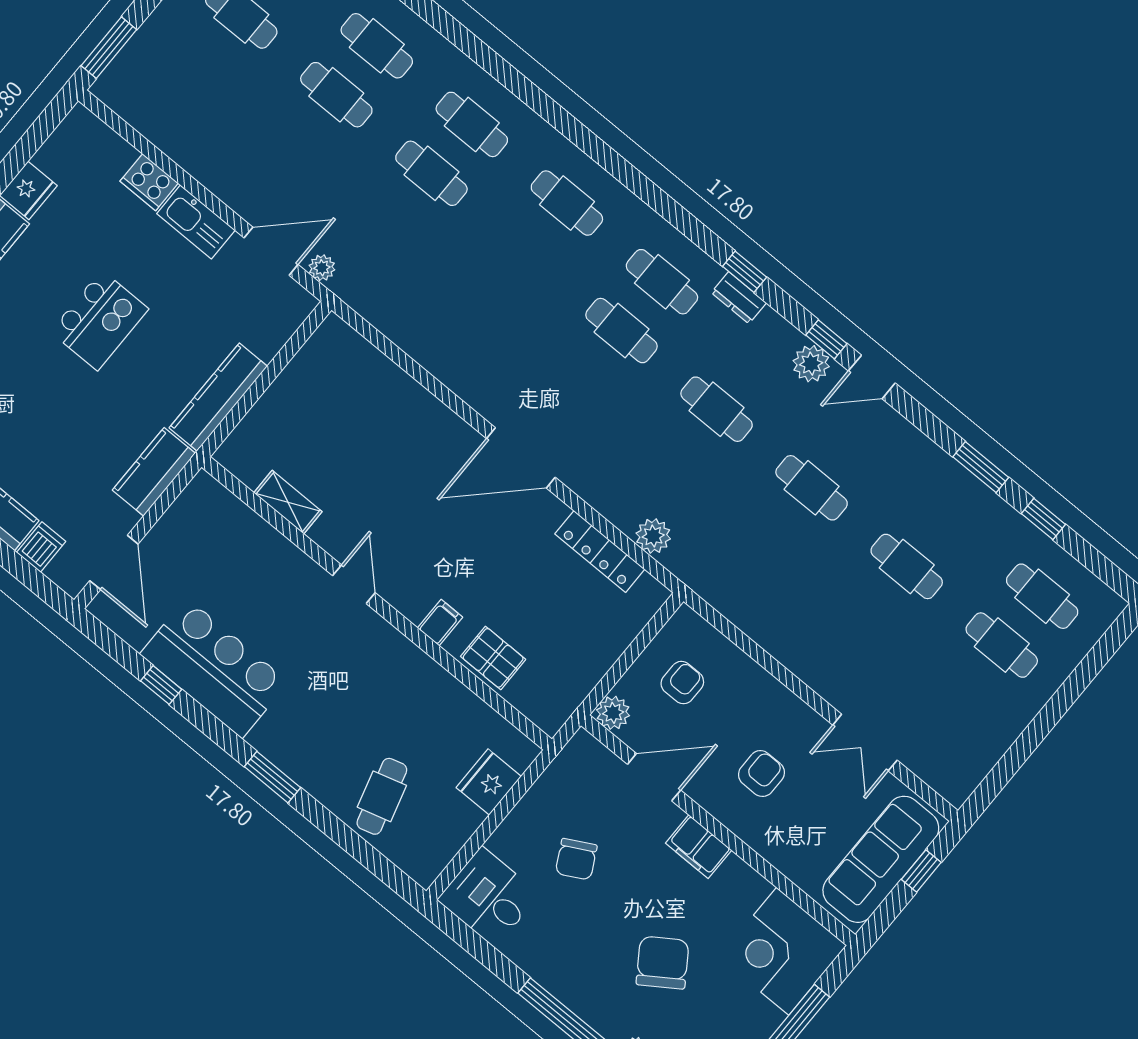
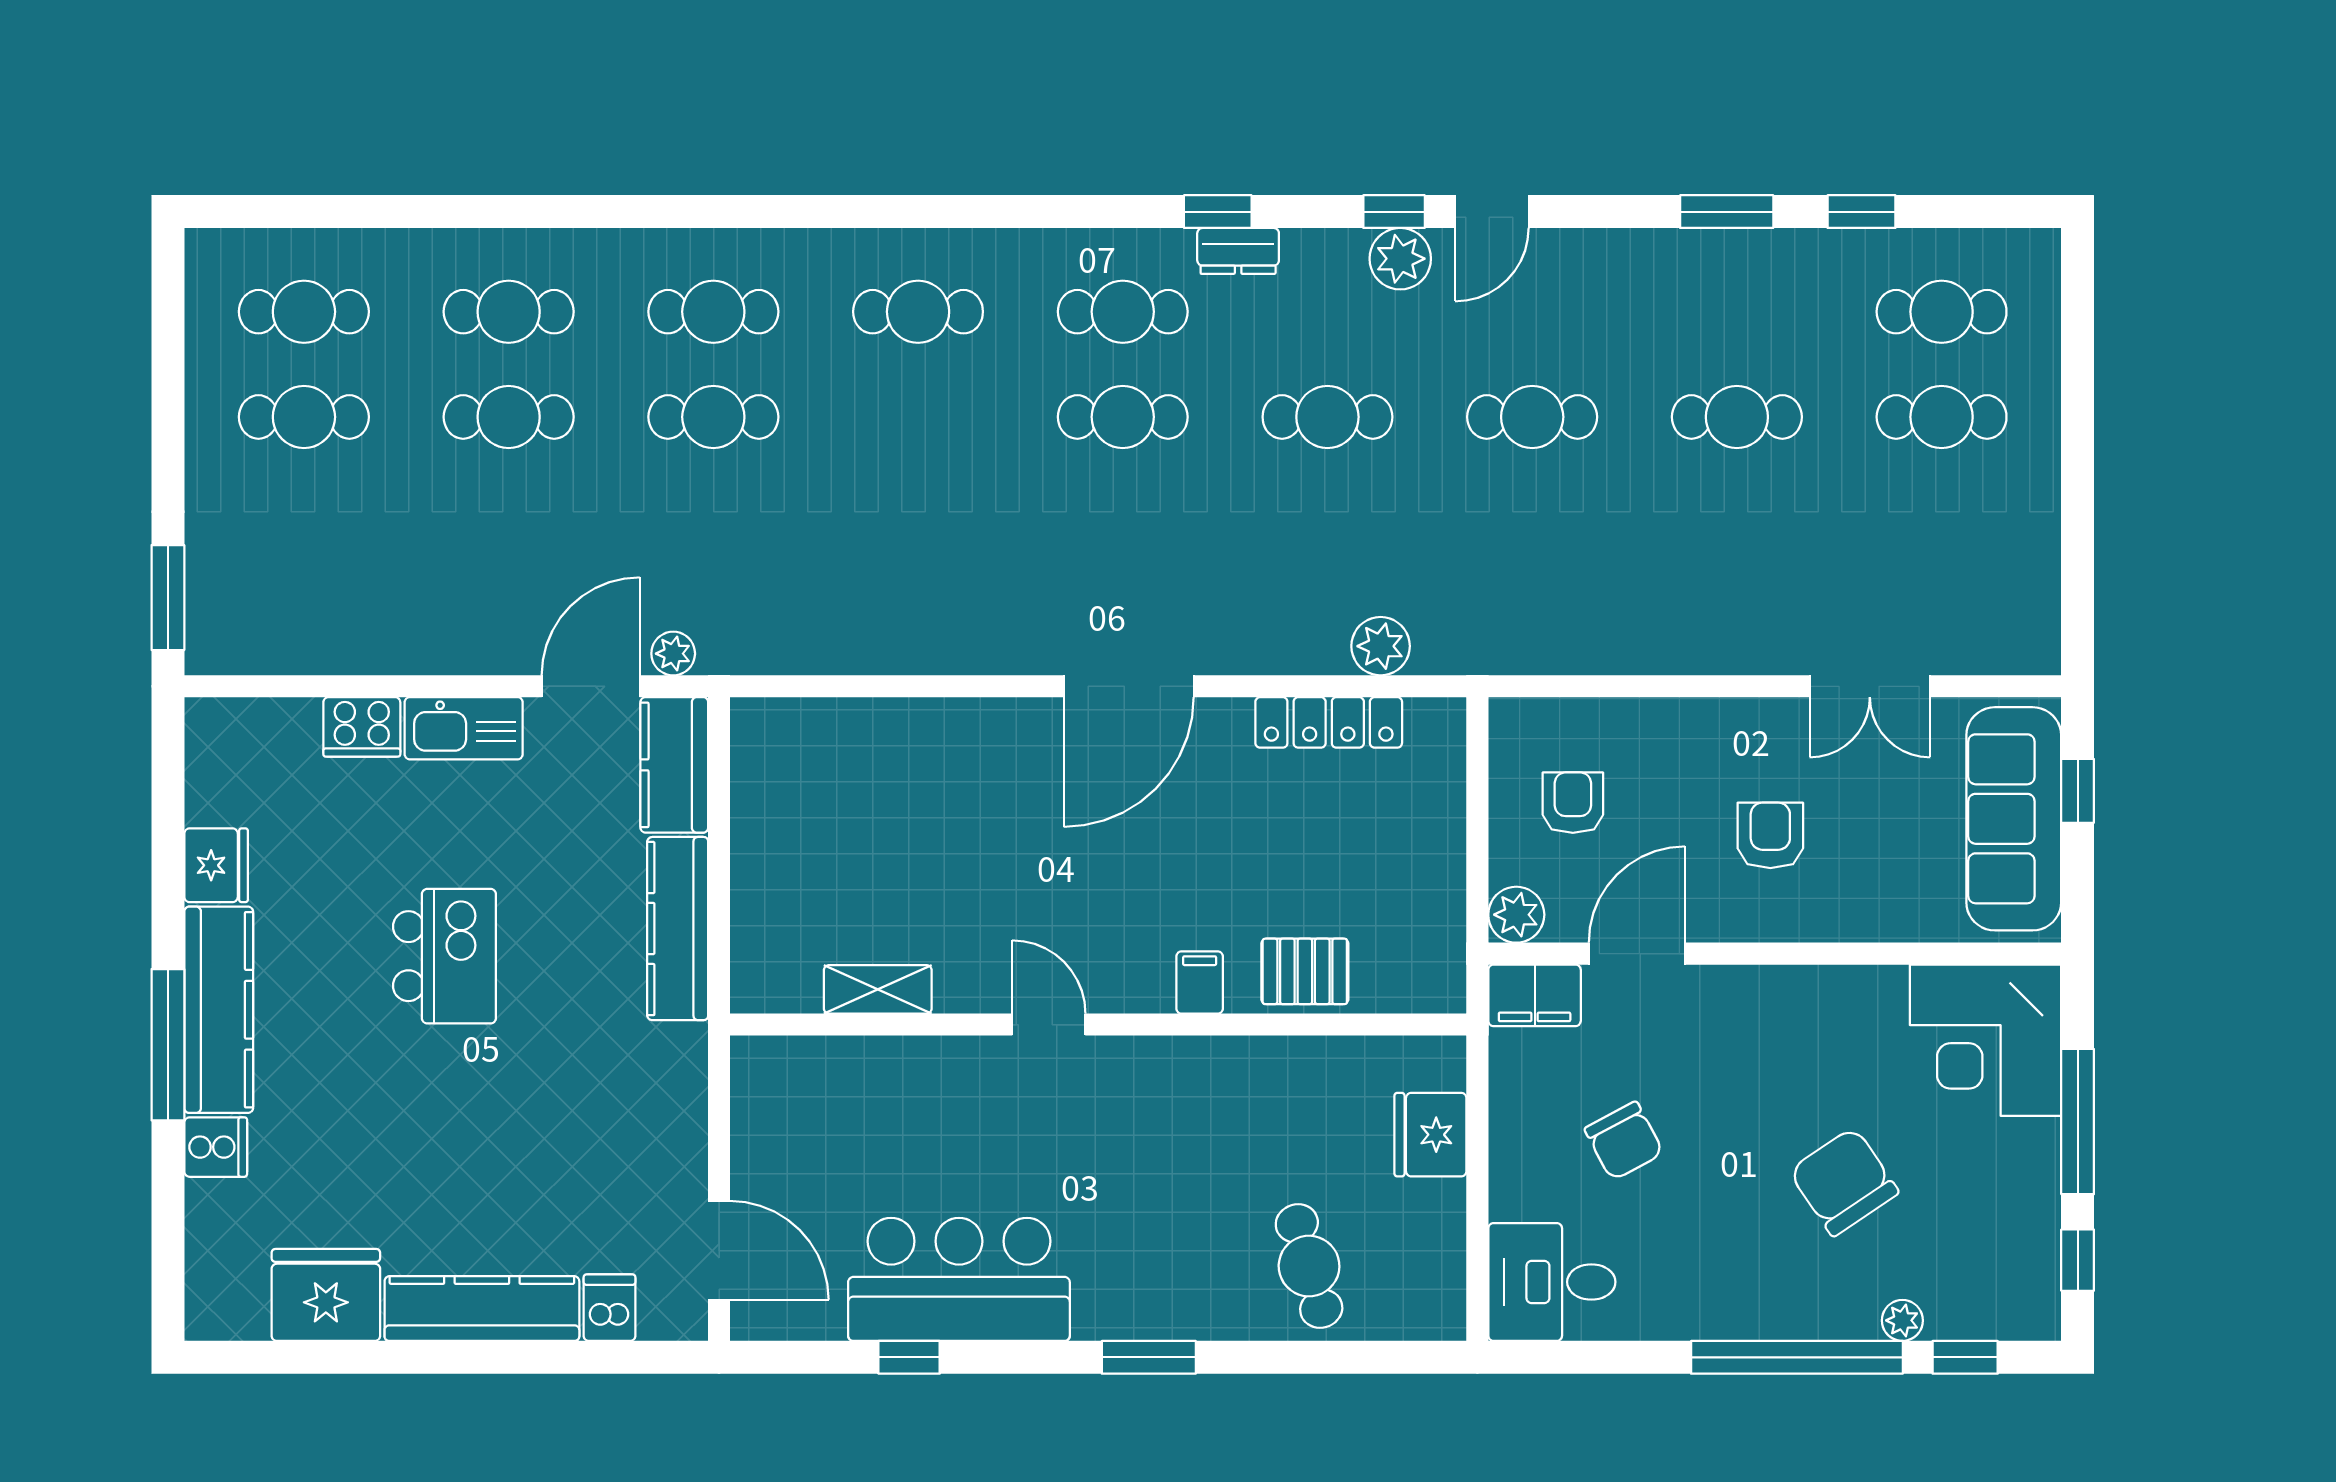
kitchen counter: (154, 472) -> (674, 765), moved
filing cabinet: (699, 847) -> (1535, 995), moved

